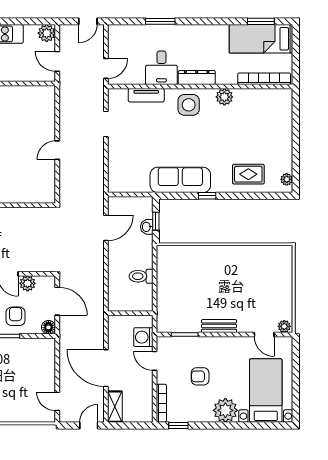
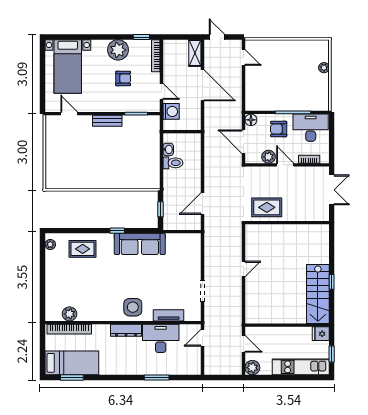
door: (88, 21) -> (218, 377), removed
desk: (161, 68) -> (161, 338), width x1.37
plant: (224, 97) -> (70, 314), moved
rug: (30, 223) -> (267, 207), added
washbasin: (147, 227) -> (168, 149), moved
armchair: (16, 316) -> (279, 129), turned 90
plant: (284, 326) -> (52, 121), removed
plant: (225, 410) -> (118, 50), moved
door: (89, 426) -> (217, 37), swing flipped

